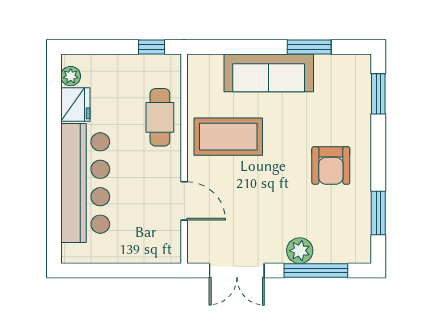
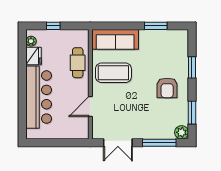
window: (151, 47) -> (53, 26), moved
sofa: (269, 73) -> (115, 39), moved
window: (378, 94) -> (192, 67), moved
door: (184, 201) -> (90, 106), swing flipped
plant: (300, 251) -> (182, 132), moved

